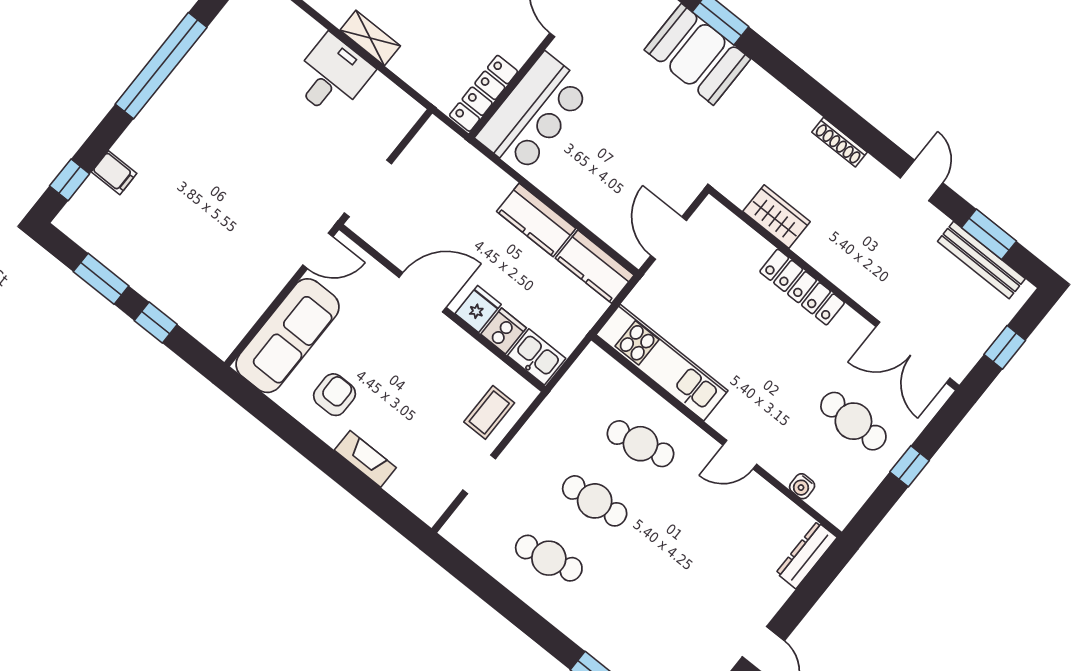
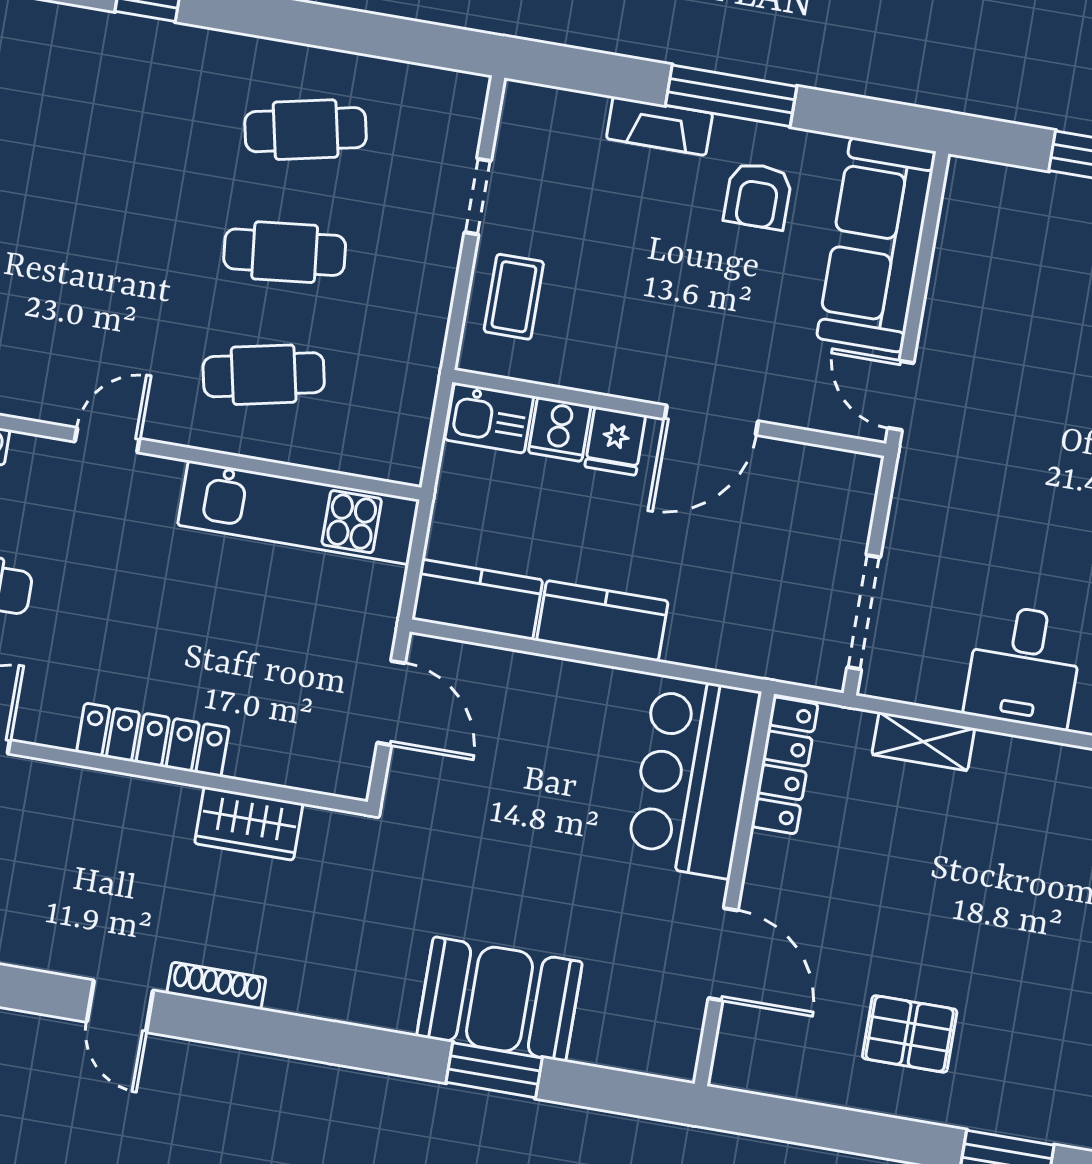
shelving: (370, 38) -> (923, 741), moved
door: (922, 180) -> (120, 1006), moved
doorway: (368, 188) -> (864, 612), moved
door: (318, 251) -> (901, 395), hinge flipped
window: (320, 454) -> (731, 96), added

